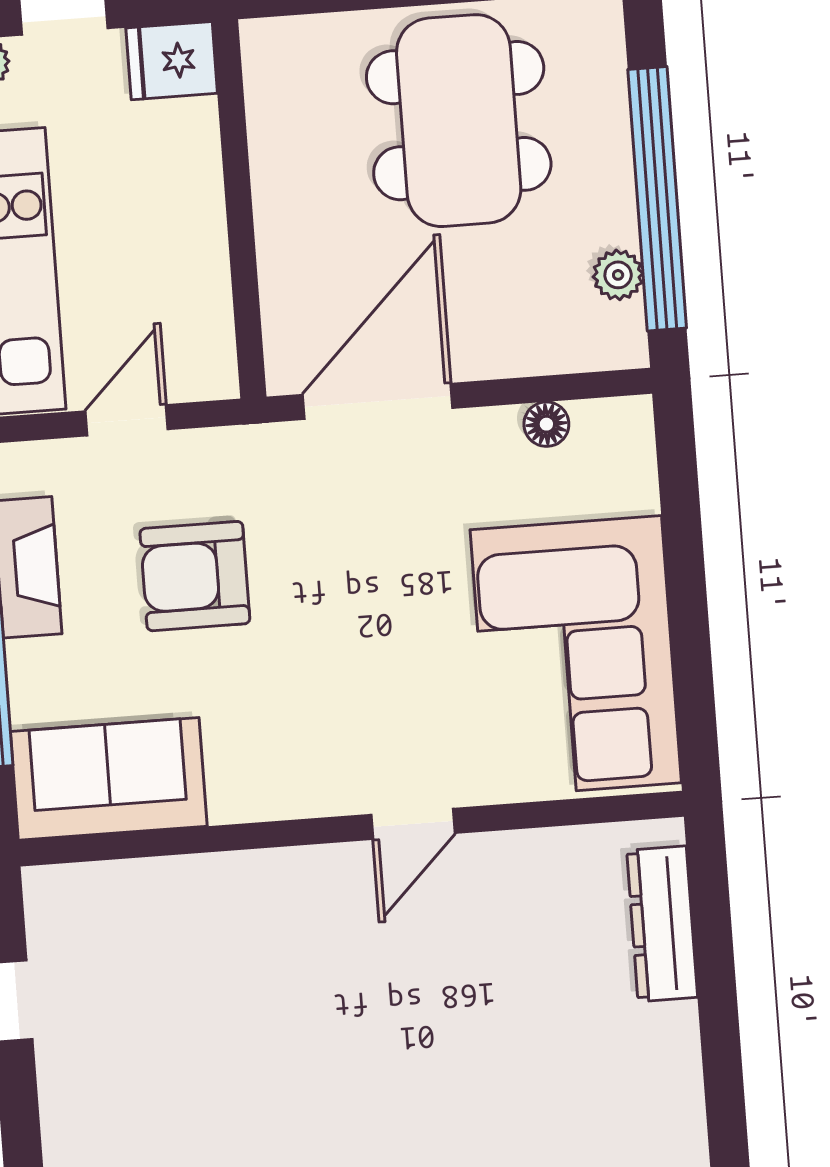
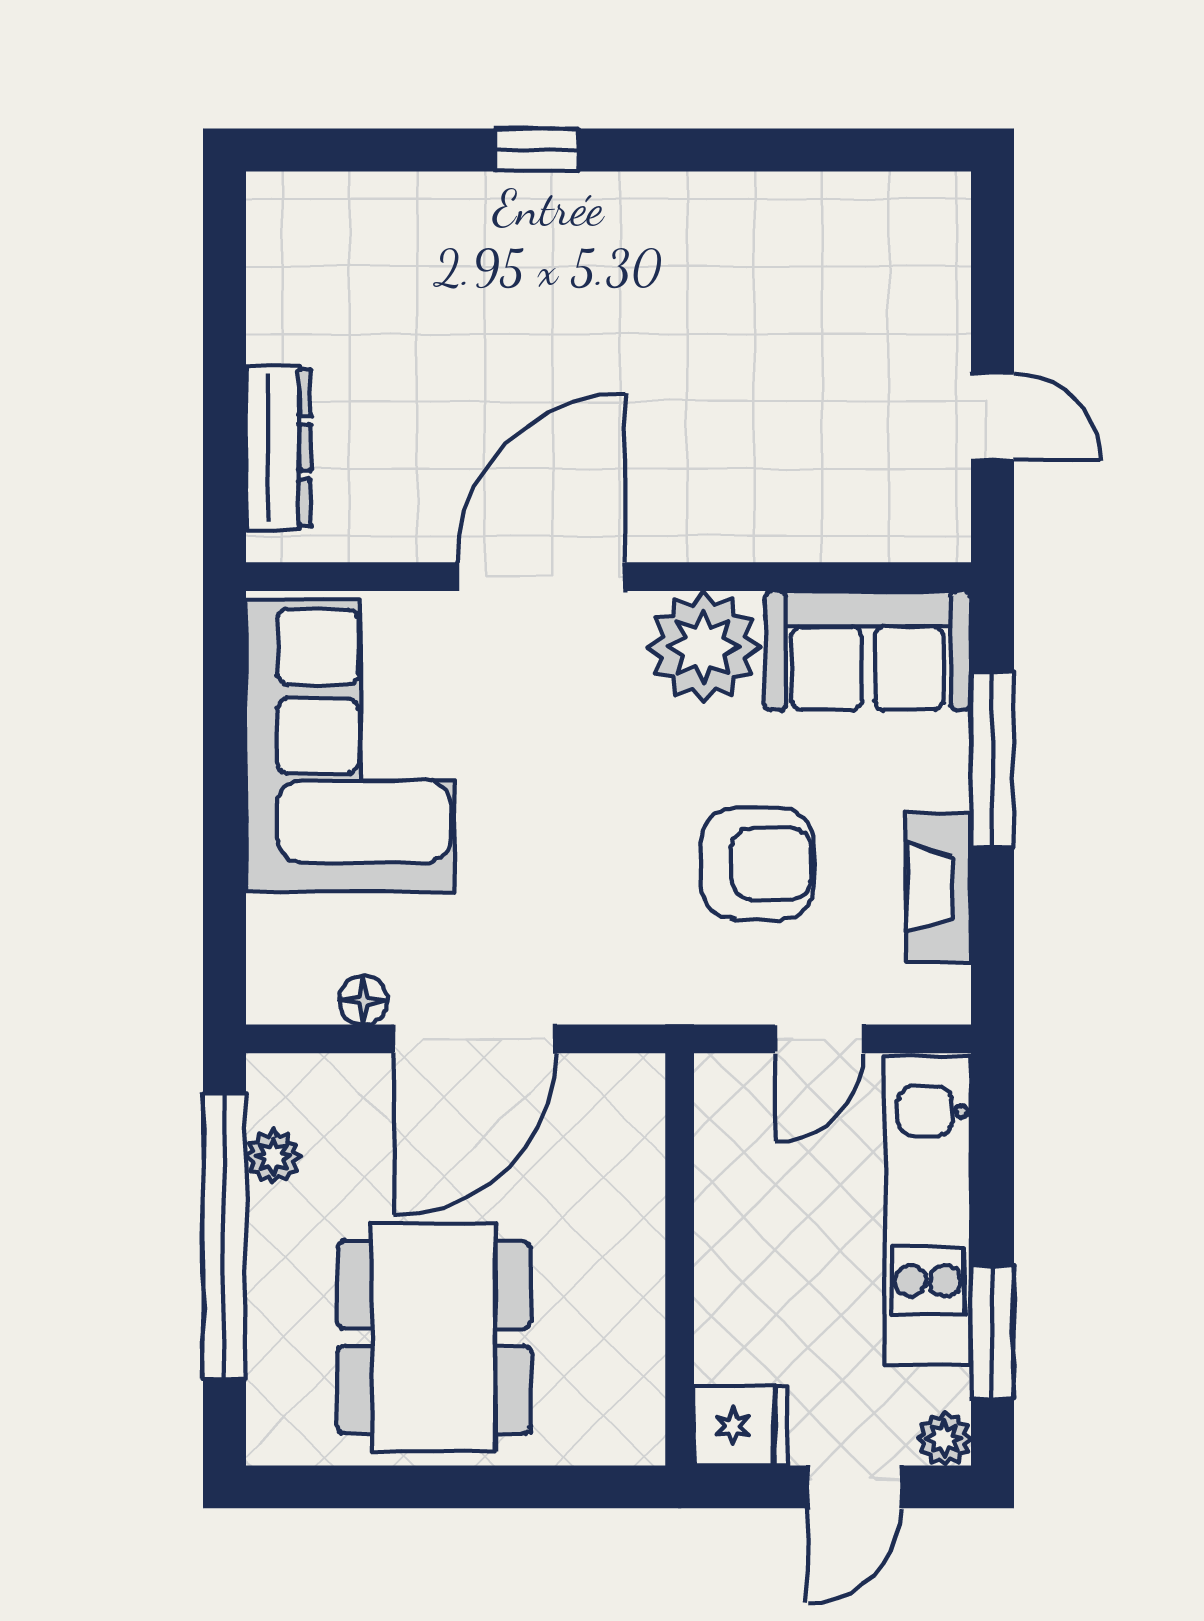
door: (378, 401) -> (475, 1039), moved
plant: (260, 771) -> (703, 647), added
door: (413, 824) -> (541, 577), width x1.88

